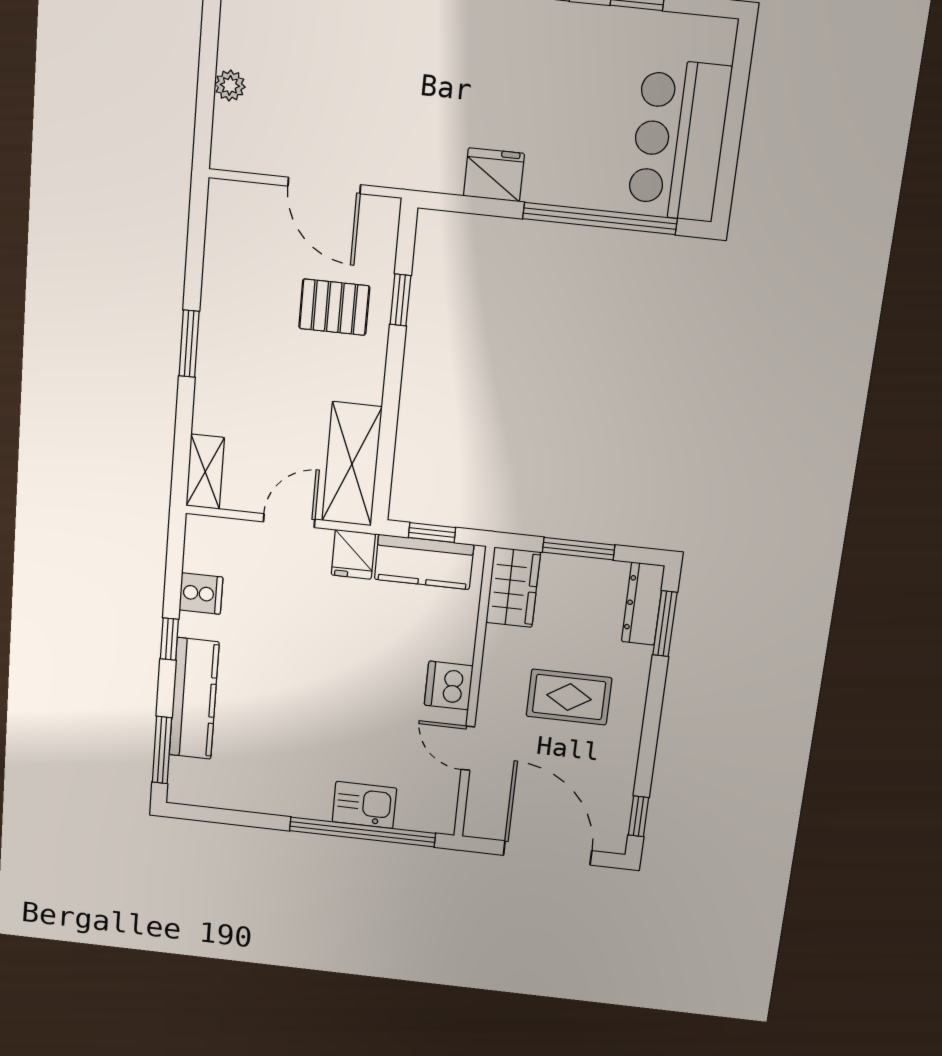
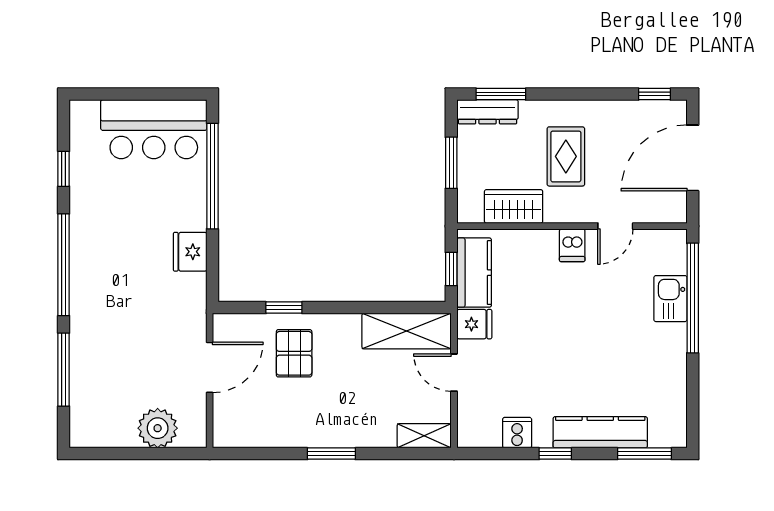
plant: (230, 85) -> (158, 428), width x1.88, depth x1.88
wardrobe: (513, 587) -> (514, 206), moved
dishwasher: (449, 686) -> (572, 245), width x0.73

